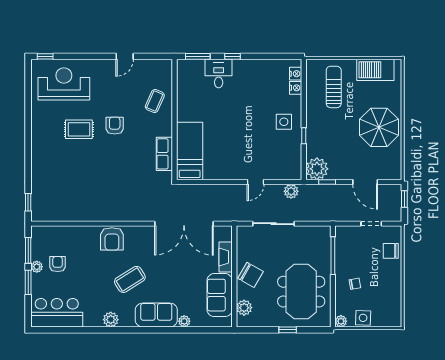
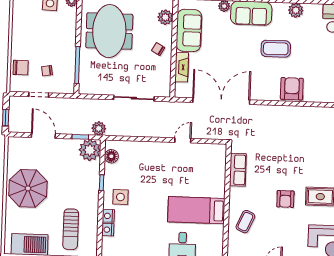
nightstand: (296, 74) -> (108, 216), moved
bed: (190, 151) -> (196, 210), moved, turned 90
floor lamp: (295, 163) -> (111, 156), added
door: (256, 182) -> (183, 140), moved
plant: (291, 191) -> (99, 128), moved
chair: (250, 275) -> (158, 49), width x0.54, depth x0.54
coffee table: (130, 279) -> (276, 49), turned 32
chair: (355, 284) -> (47, 71), moved

